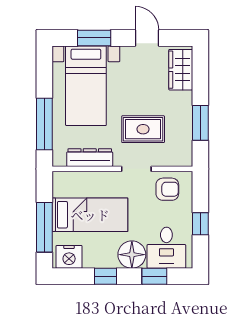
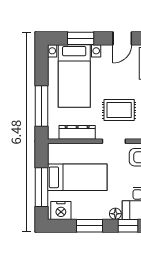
door: (147, 38) -> (122, 38), swing flipped
floor lamp: (132, 255) -> (115, 214), width x0.53, depth x0.53
window: (106, 276) -> (90, 226), width x1.50

